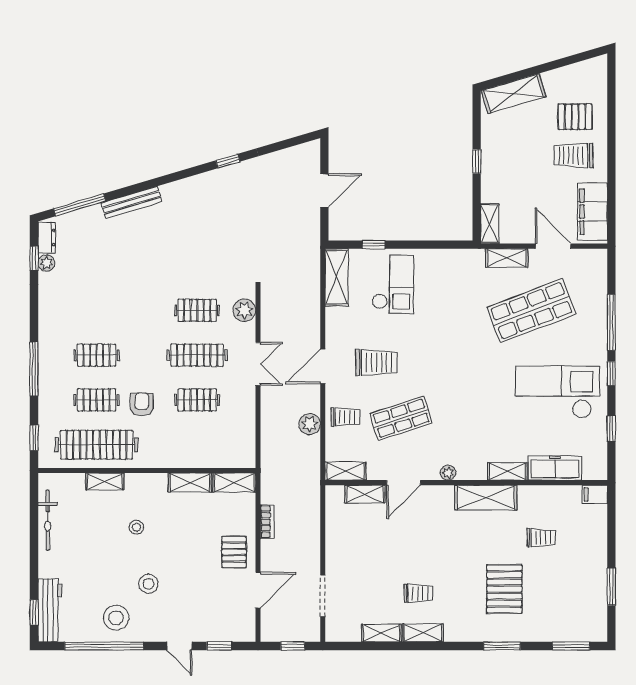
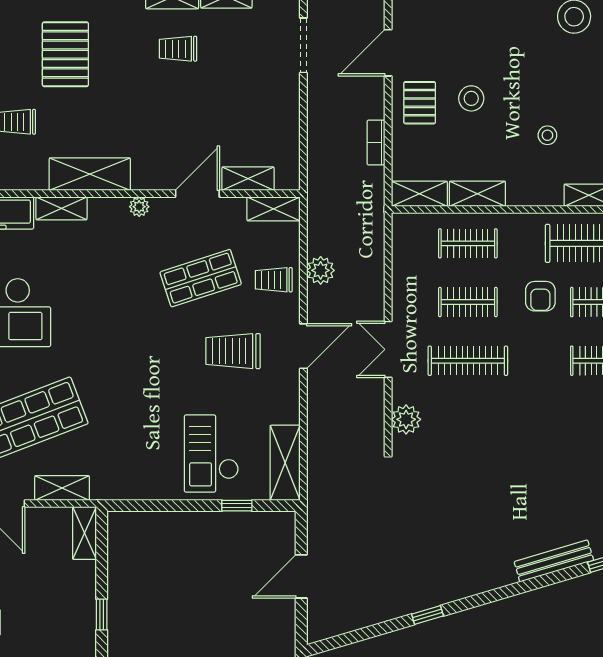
clothes rail: (197, 310) -> (468, 243), moved
stool: (148, 584) -> (471, 98), moved

